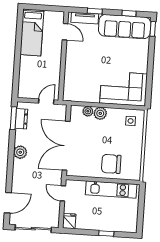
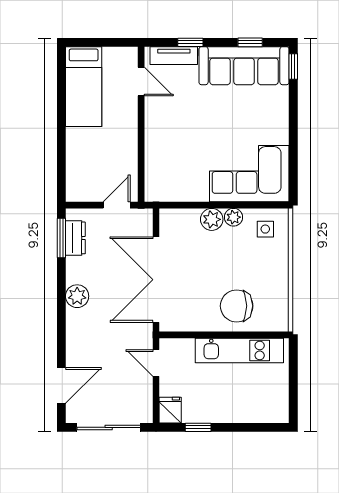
plant: (88, 111) -> (234, 217), moved
window: (106, 233) -> (198, 427), moved

